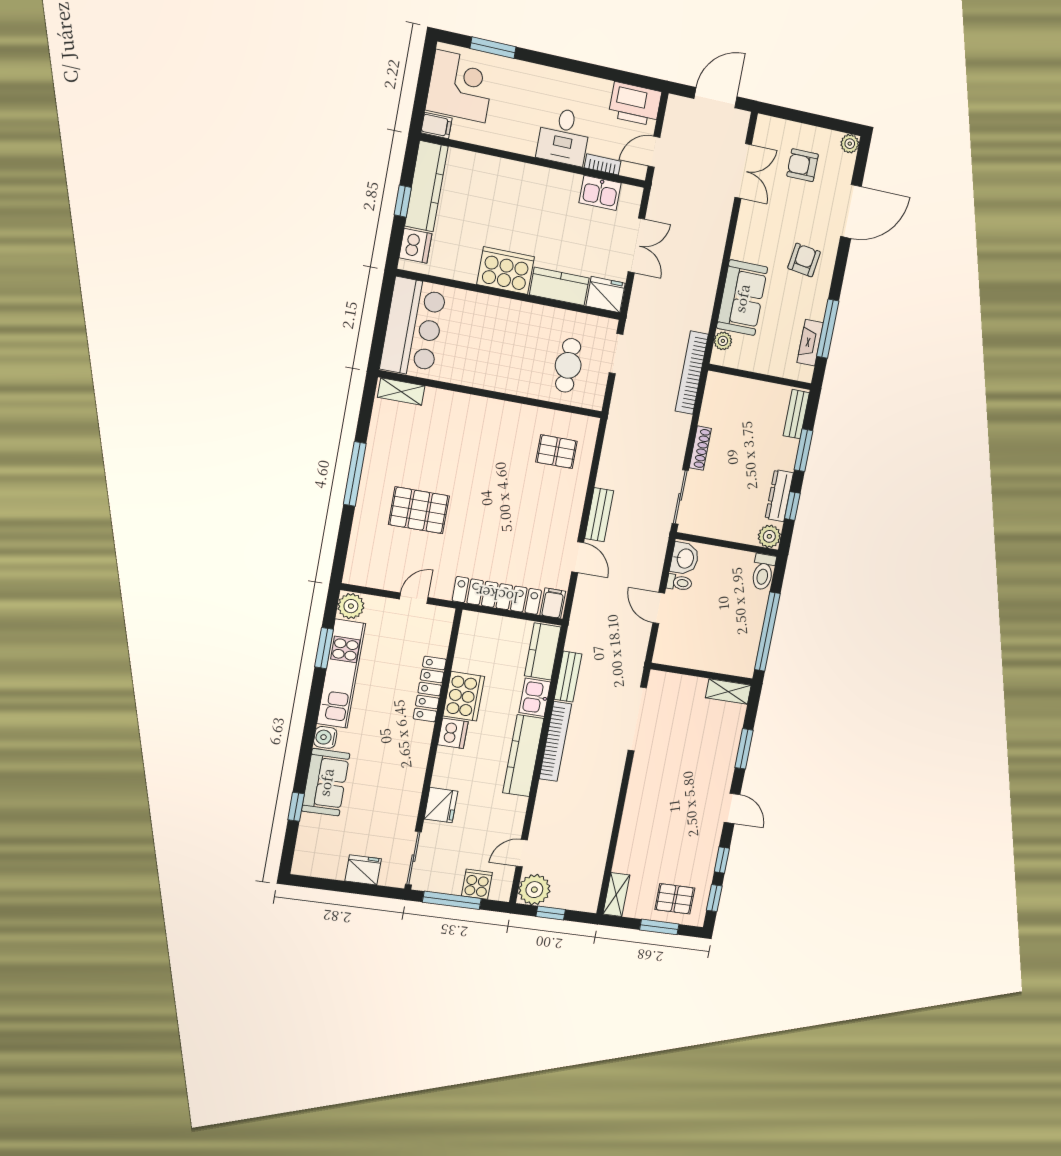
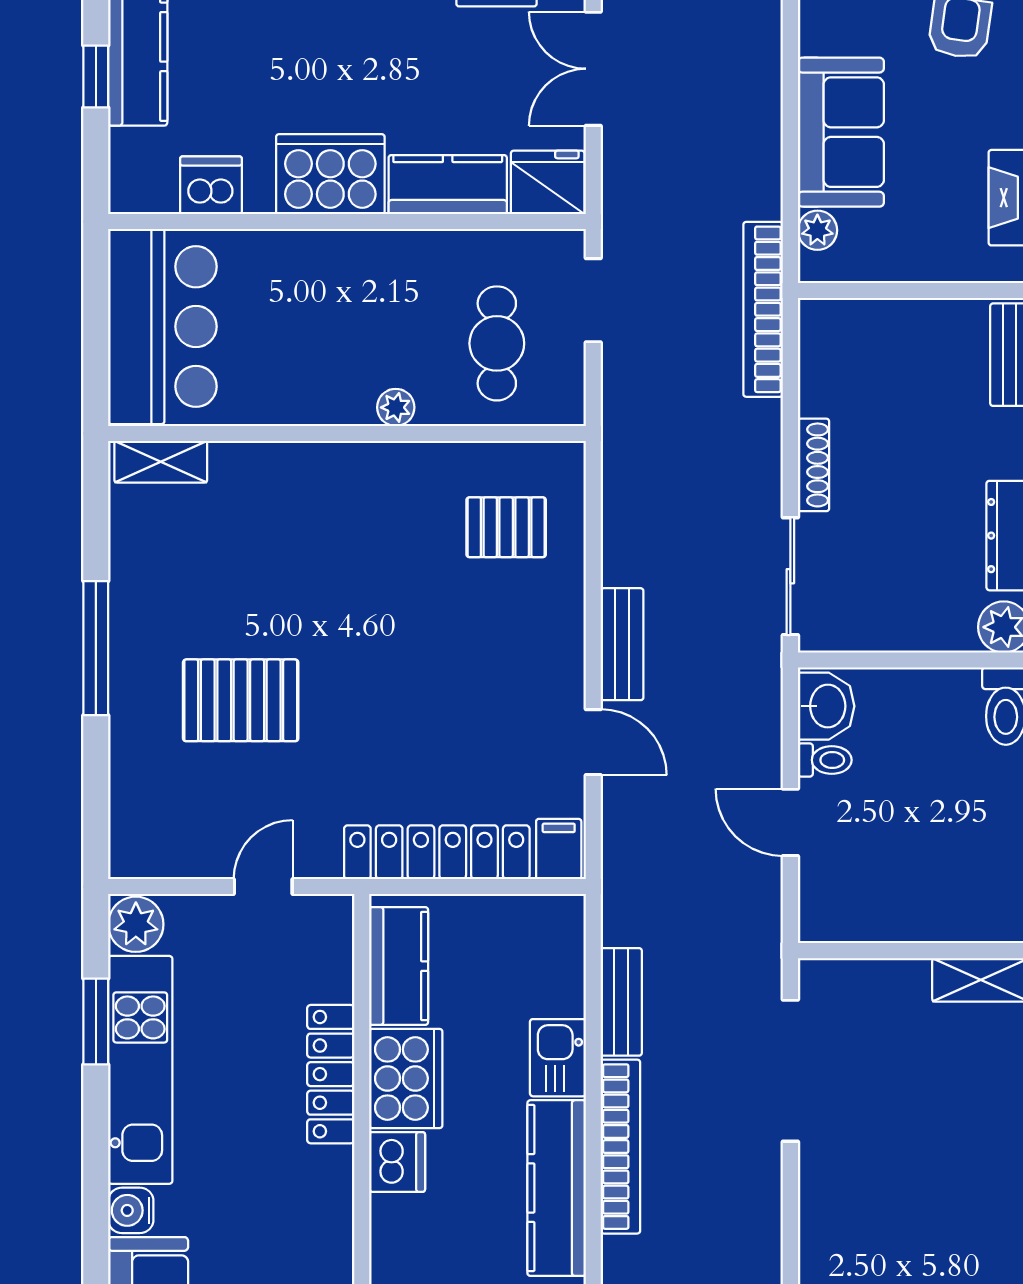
double door: (636, 245) -> (593, 69), swing flipped
dishwasher: (415, 246) -> (211, 185), moved, turned -90
plant: (516, 386) -> (396, 407), added
kitchen counter: (543, 651) -> (399, 966), moved, turned 180

